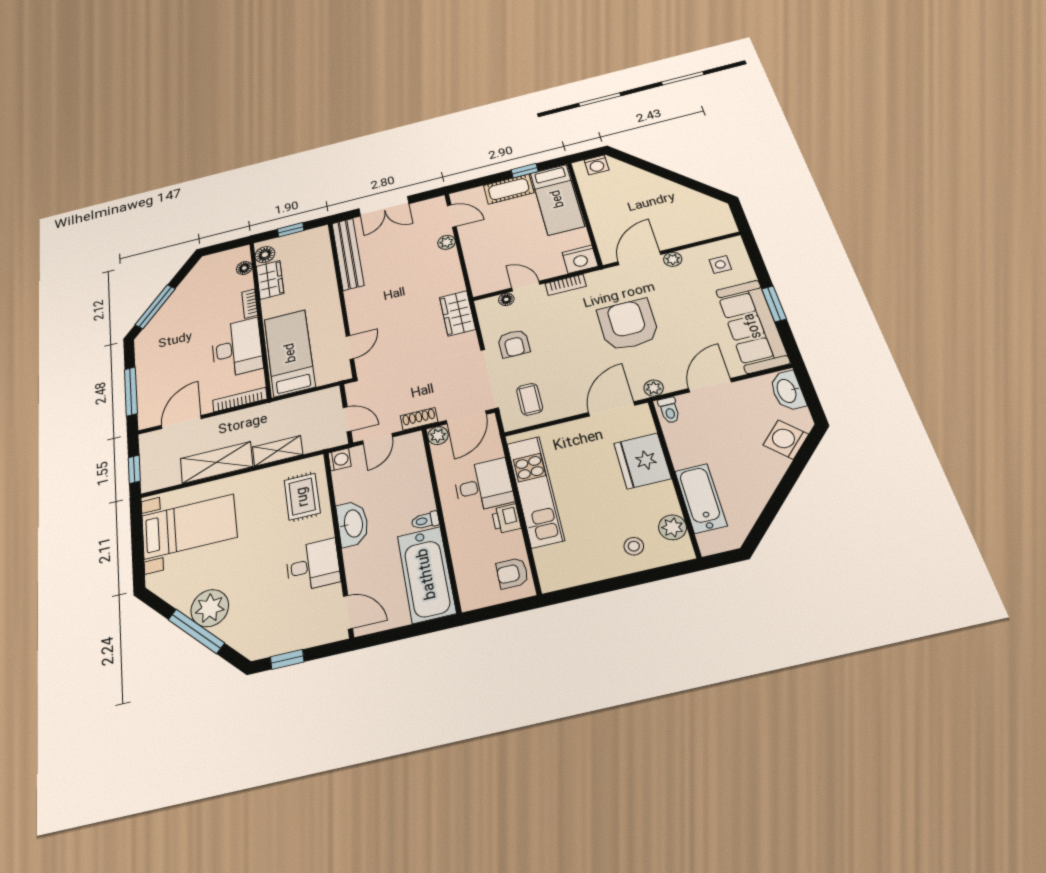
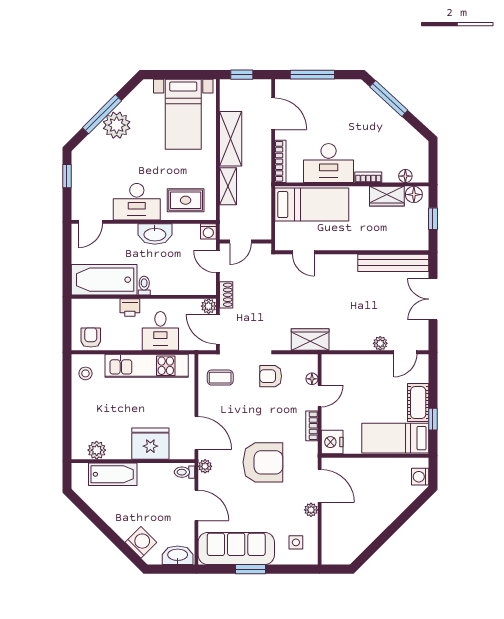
printer: (506, 519) -> (130, 307), moved, turned 180
stool: (634, 546) -> (85, 373), moved
desk: (313, 565) -> (137, 202), width x1.37

